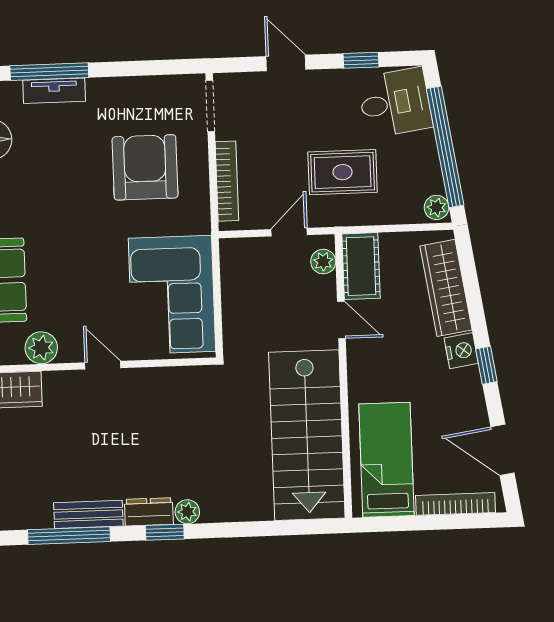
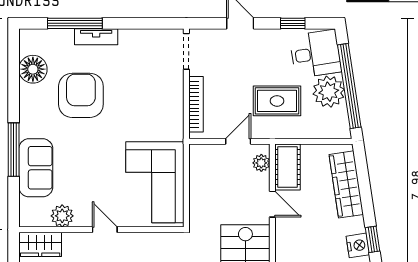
tv unit: (54, 91) -> (96, 37), moved
armchair: (145, 167) -> (81, 95), moved
plant: (437, 207) -> (329, 92), moved, width x1.87, depth x1.87
nightstand: (461, 351) -> (358, 245), moved

